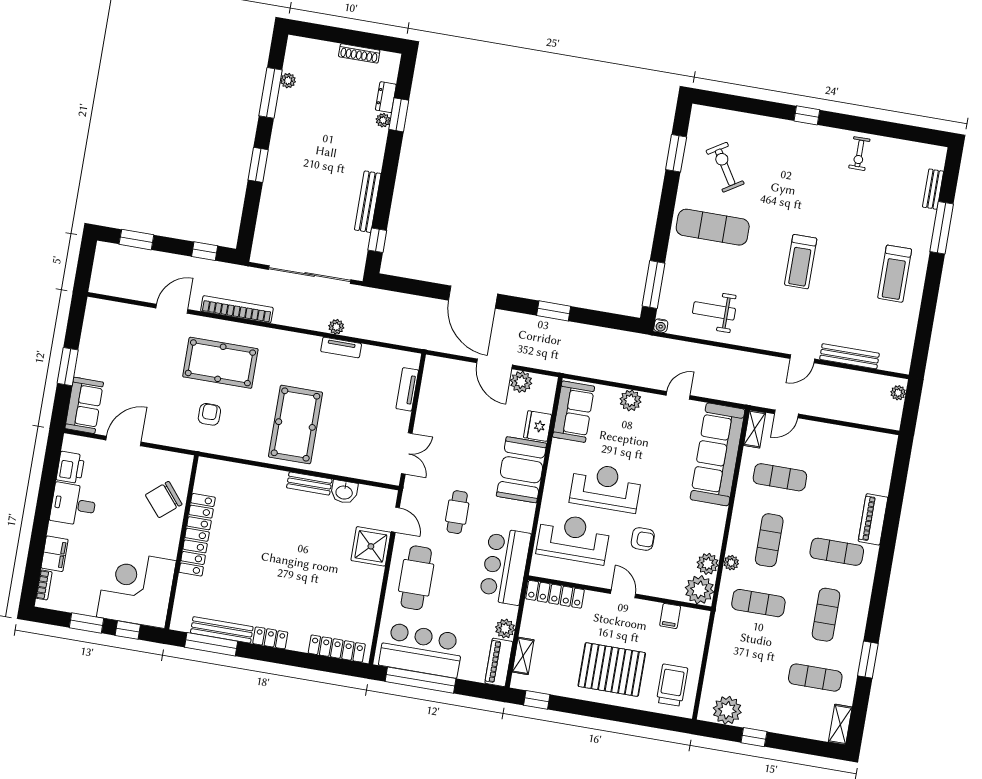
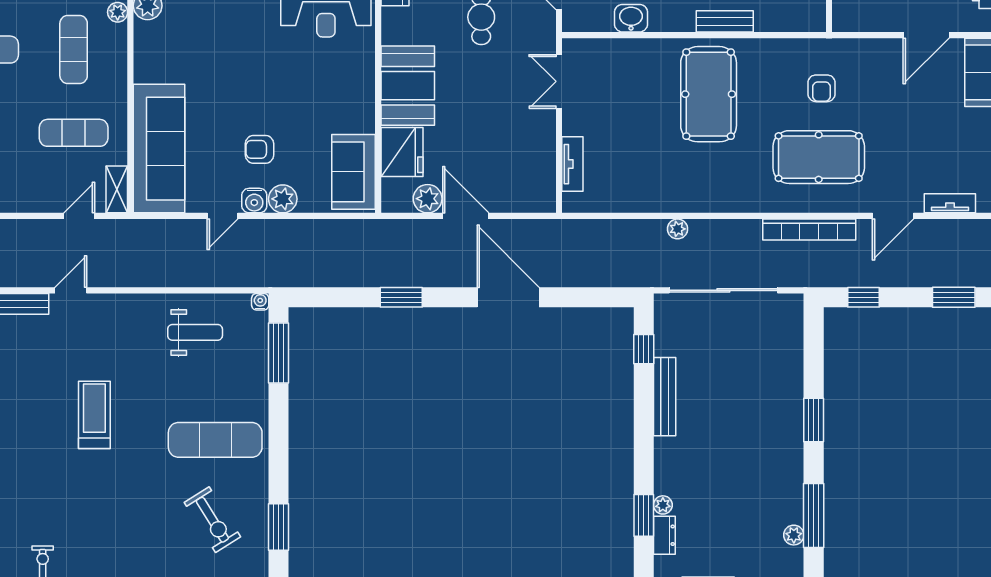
tv unit: (341, 348) -> (950, 203), moved
water cooler: (652, 403) -> (254, 201), added
fridge: (538, 426) -> (402, 152), width x1.36, depth x1.34
bench: (309, 483) -> (725, 21), moved
reception desk: (606, 487) -> (296, 81), removed
armchair: (643, 539) -> (260, 149), moved

